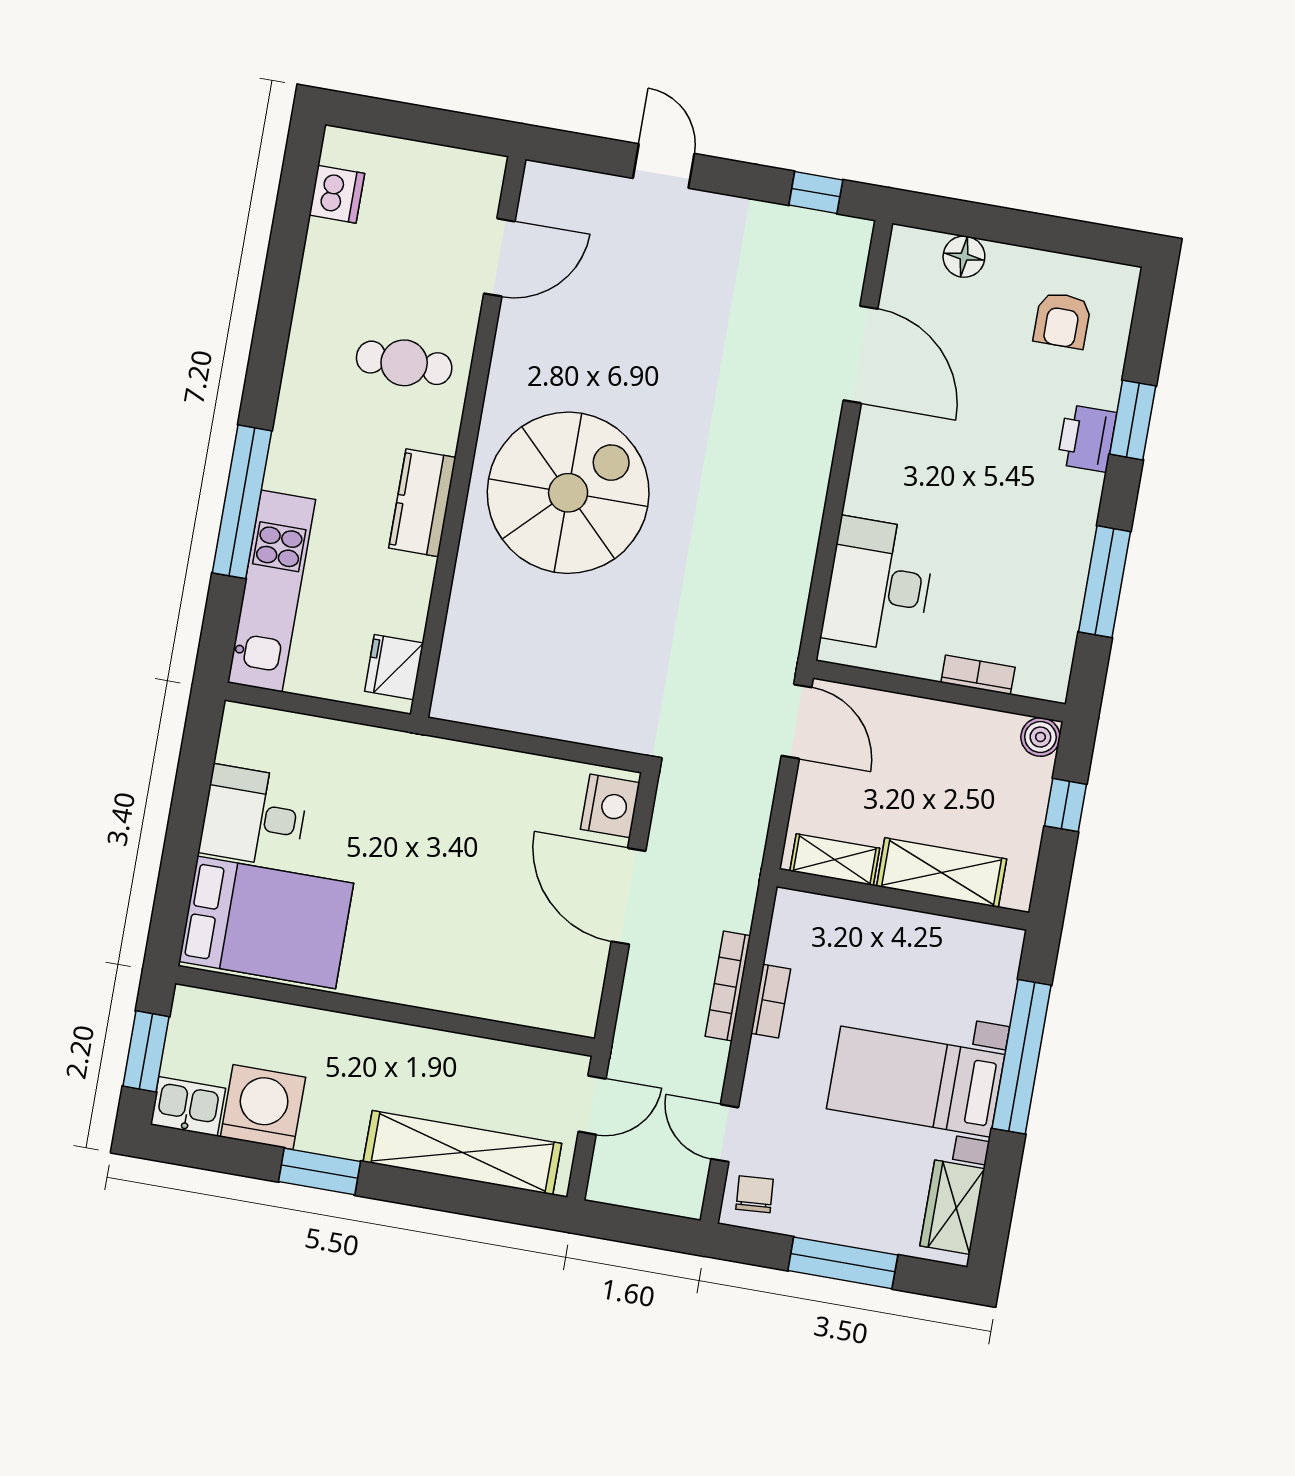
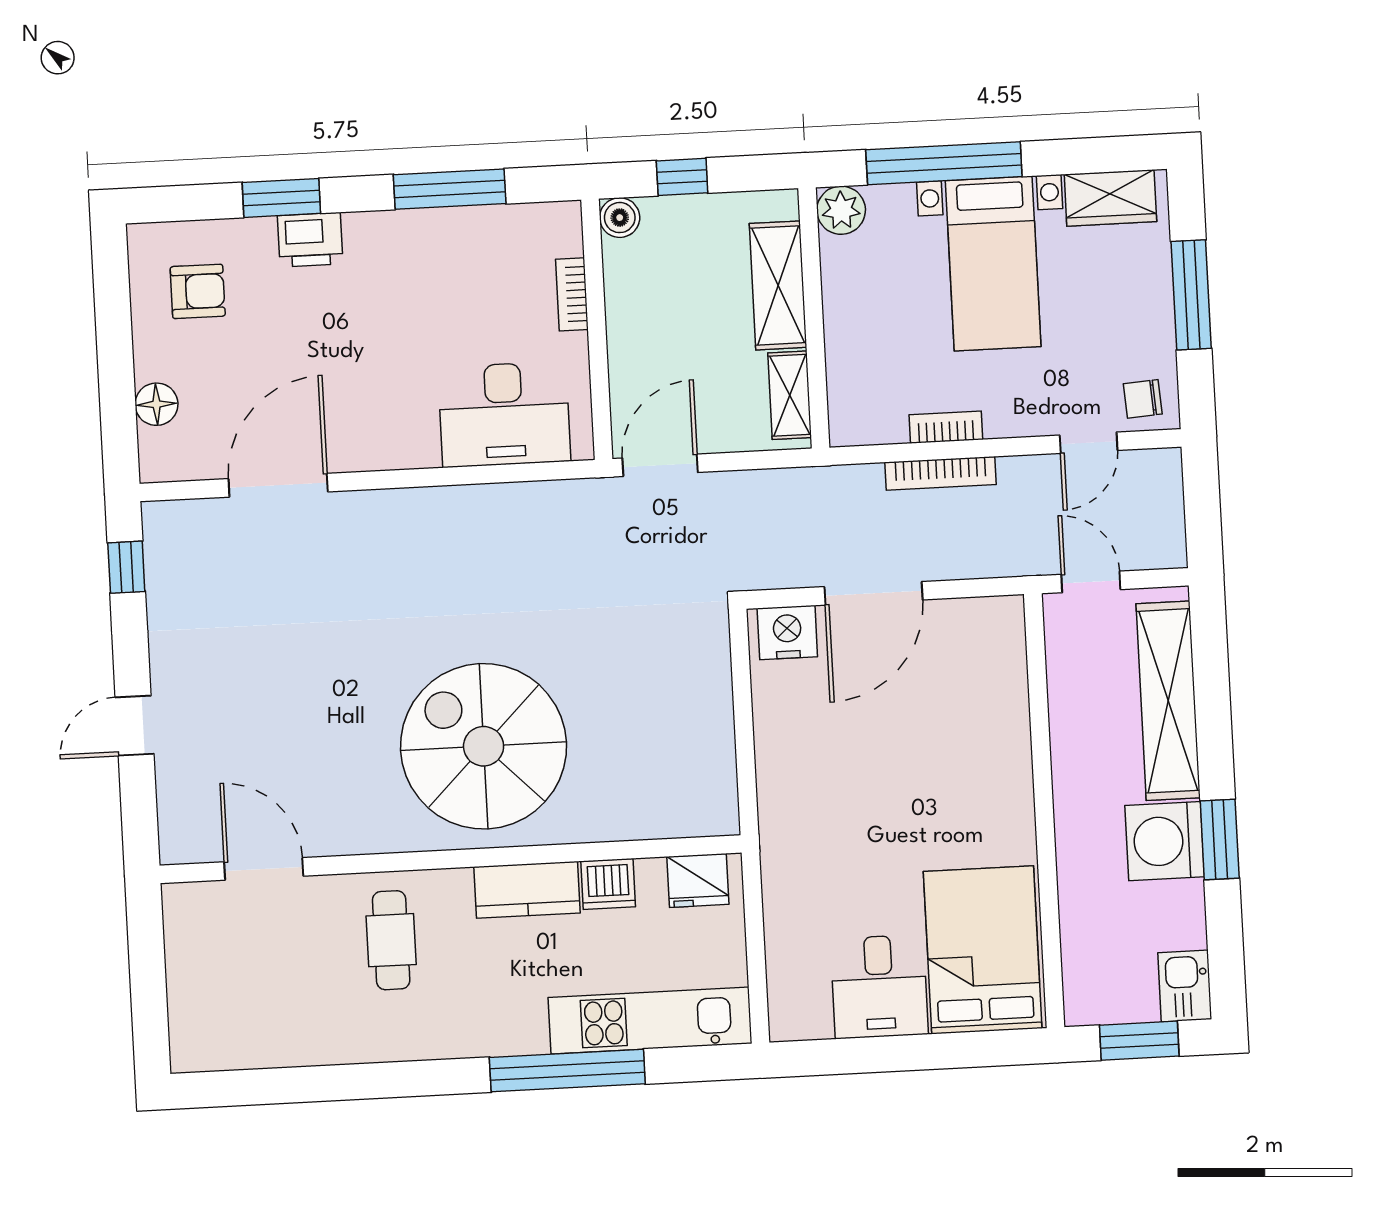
dishwasher: (337, 194) -> (608, 884), moved, turned 180
plant: (999, 949) -> (841, 210), added
washing machine: (263, 1107) -> (1165, 841), moved

